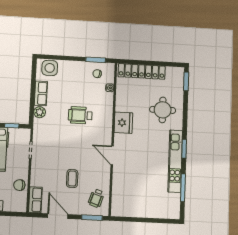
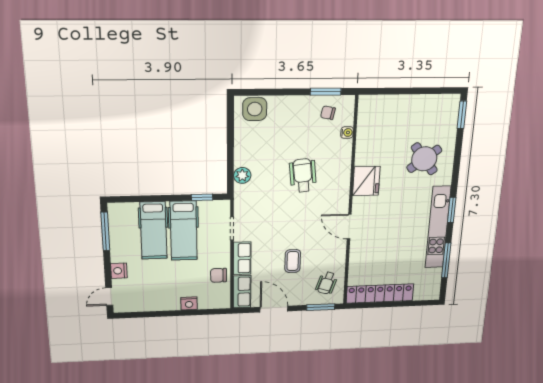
locker: (142, 71) -> (380, 294), moved, turned 180
row of seats: (41, 93) -> (242, 258), moved
round table: (163, 110) -> (424, 159), turned -37
wheelchair: (80, 115) -> (303, 175), turned 84

